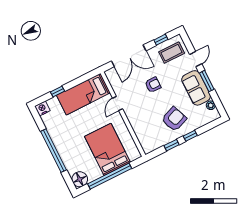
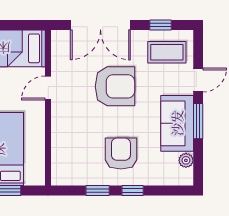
armchair: (153, 85) -> (115, 86), width x1.88, depth x1.88
armchair: (174, 119) -> (121, 154), turned -68

